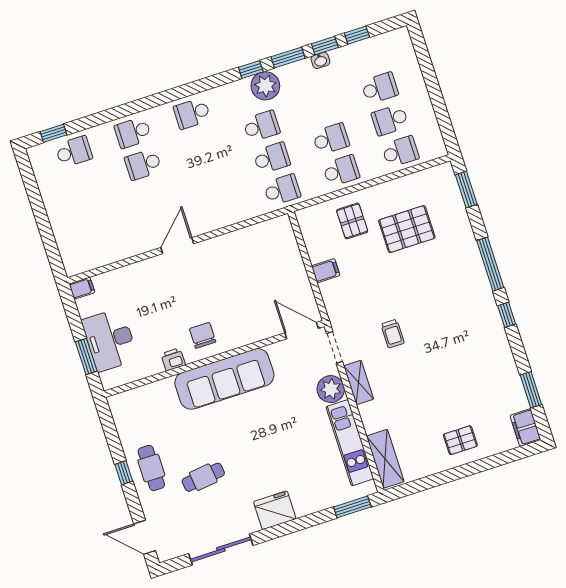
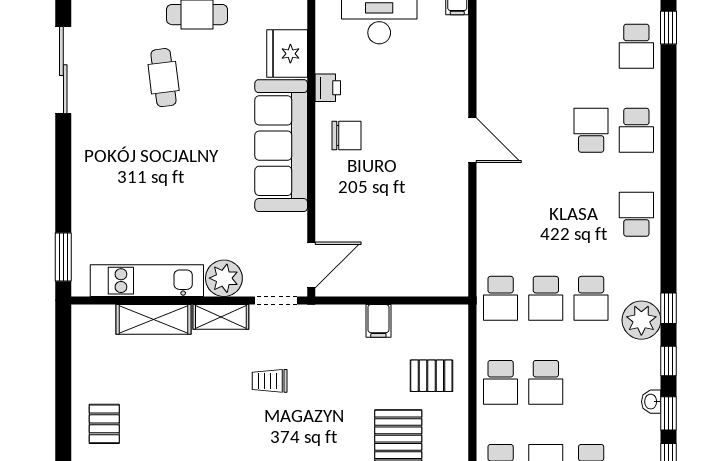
window: (288, 57) -> (668, 361), width x0.67
school desk: (133, 133) -> (636, 130), turned 180
shelving: (385, 459) -> (154, 319), moved
fridge: (275, 510) -> (287, 54), moved, turned 180

